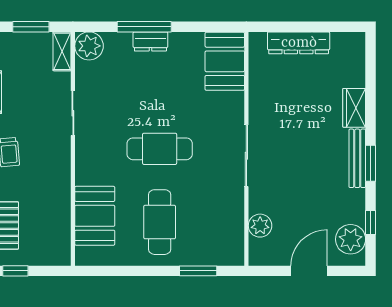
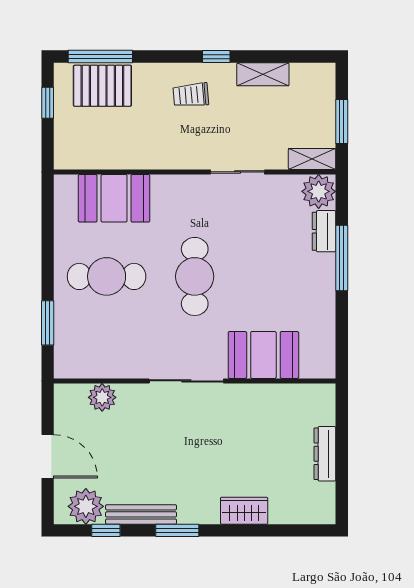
dresser: (150, 41) -> (324, 231), moved
dresser: (299, 43) -> (325, 454), width x0.73, depth x0.80
booth: (225, 61) -> (263, 355), moved
bench: (357, 158) -> (141, 514), moved

